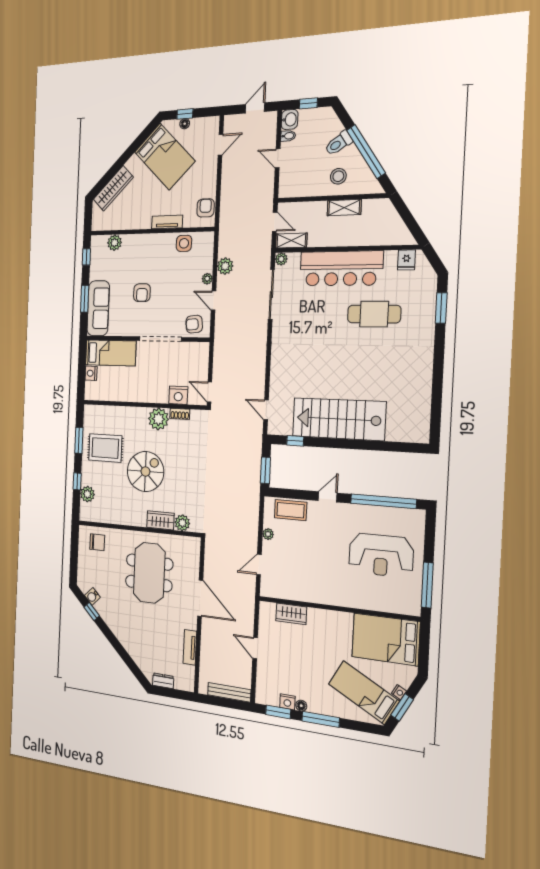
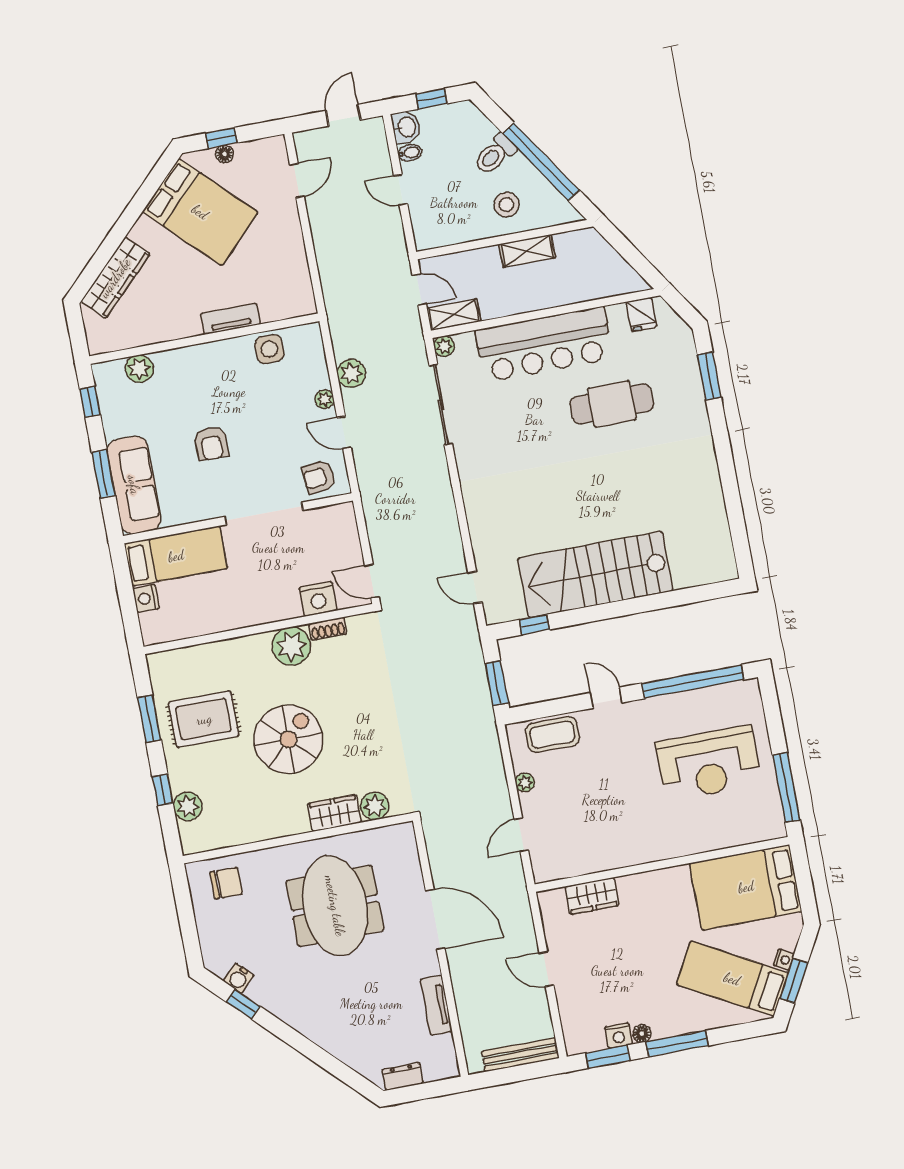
armchair: (206, 208) -> (295, 286), removed
door: (328, 497) -> (606, 698), hinge flipped

